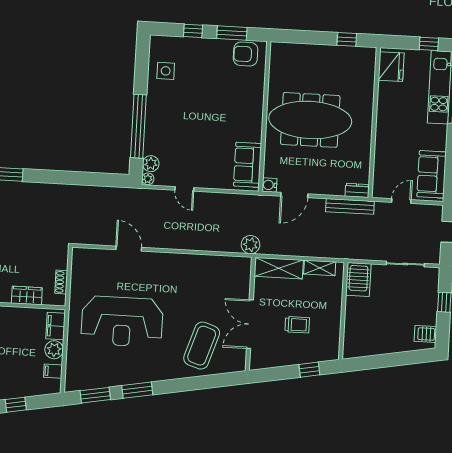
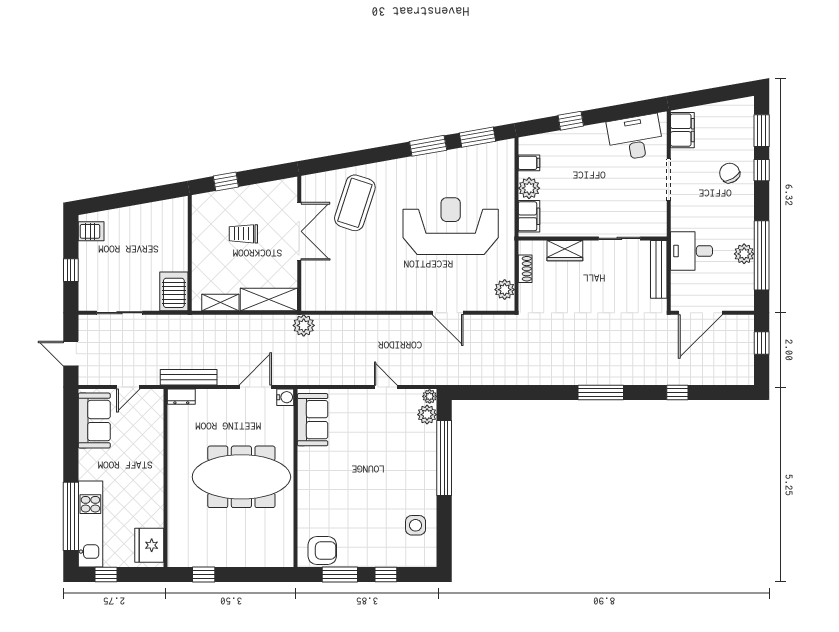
plant: (80, 265) -> (505, 290), added

